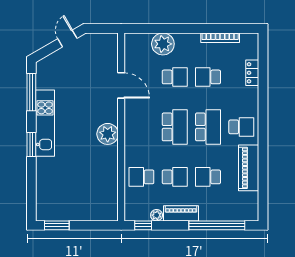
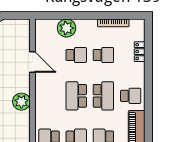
school desk: (208, 77) -> (103, 55), turned 180
school desk: (175, 127) -> (76, 96), turned 180

